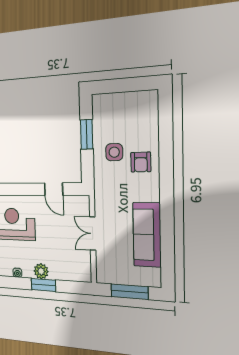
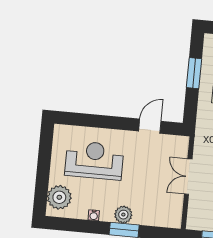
door: (54, 189) -> (150, 126), swing flipped

